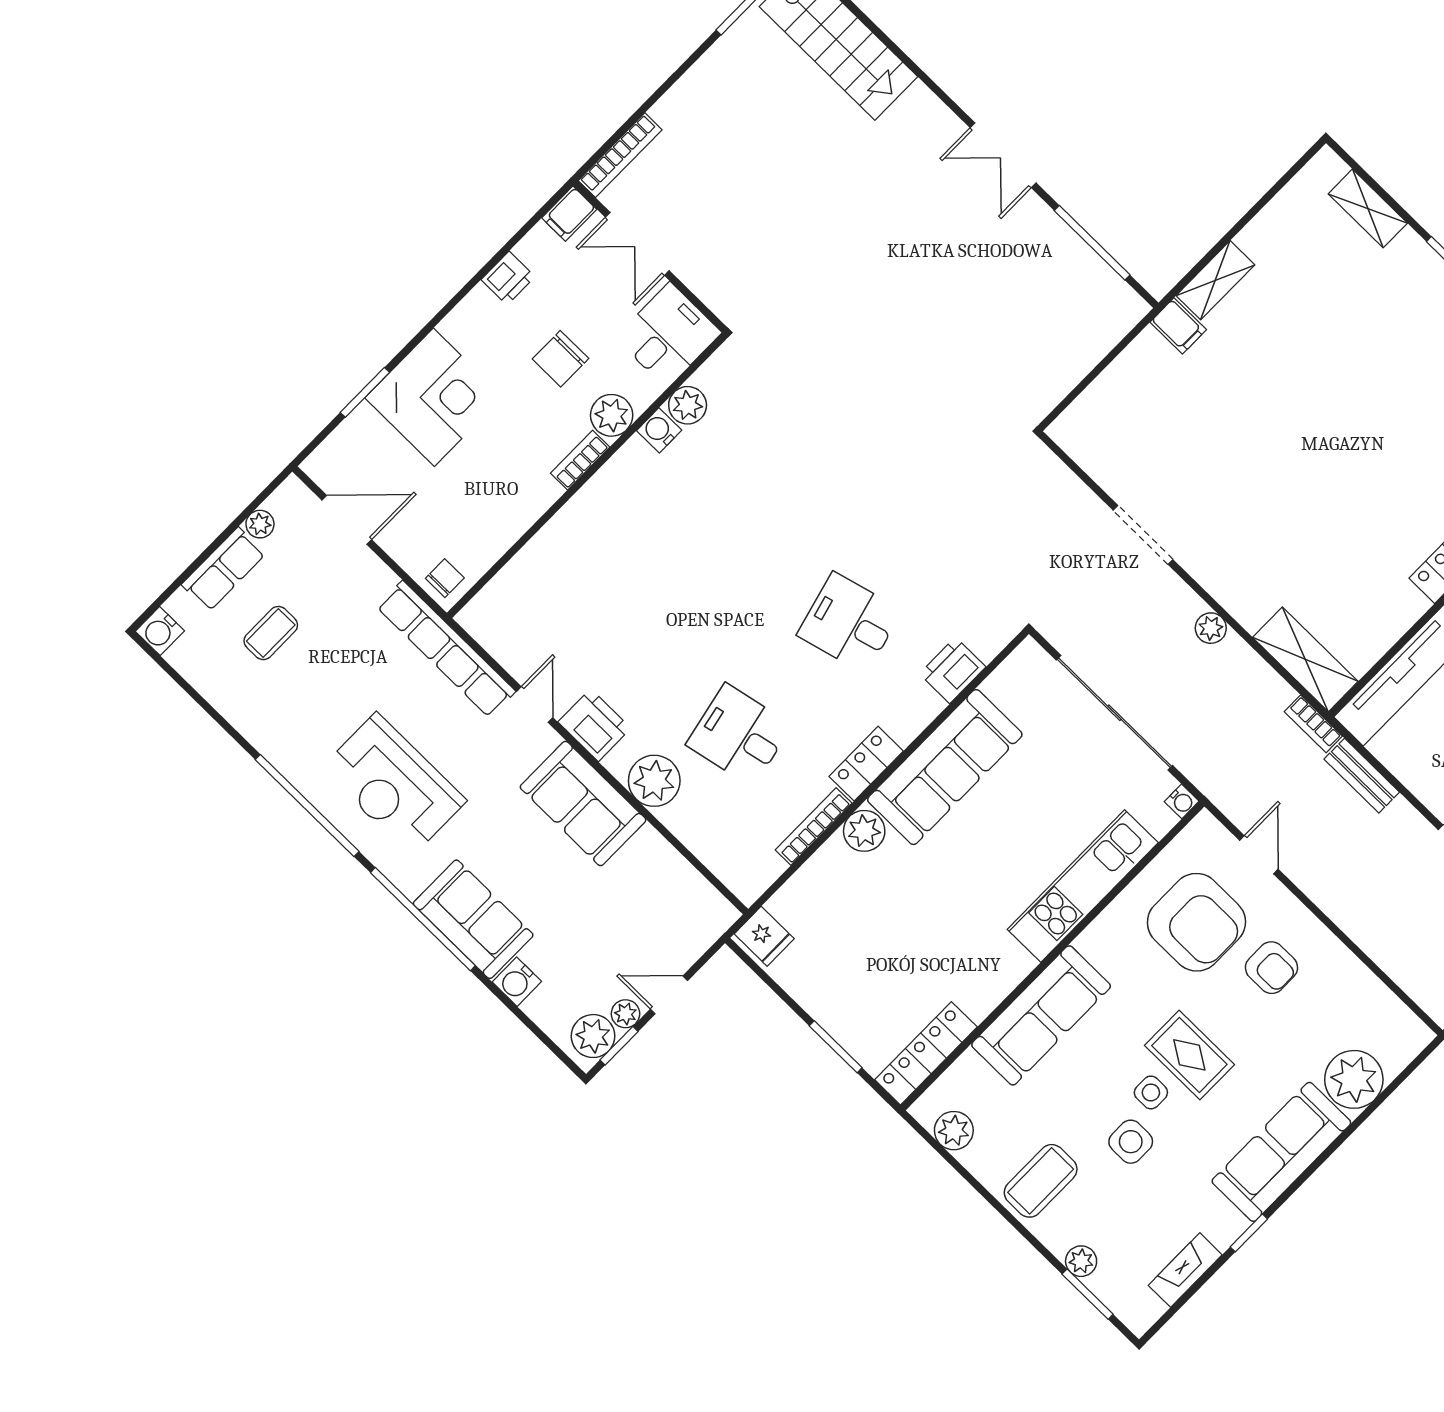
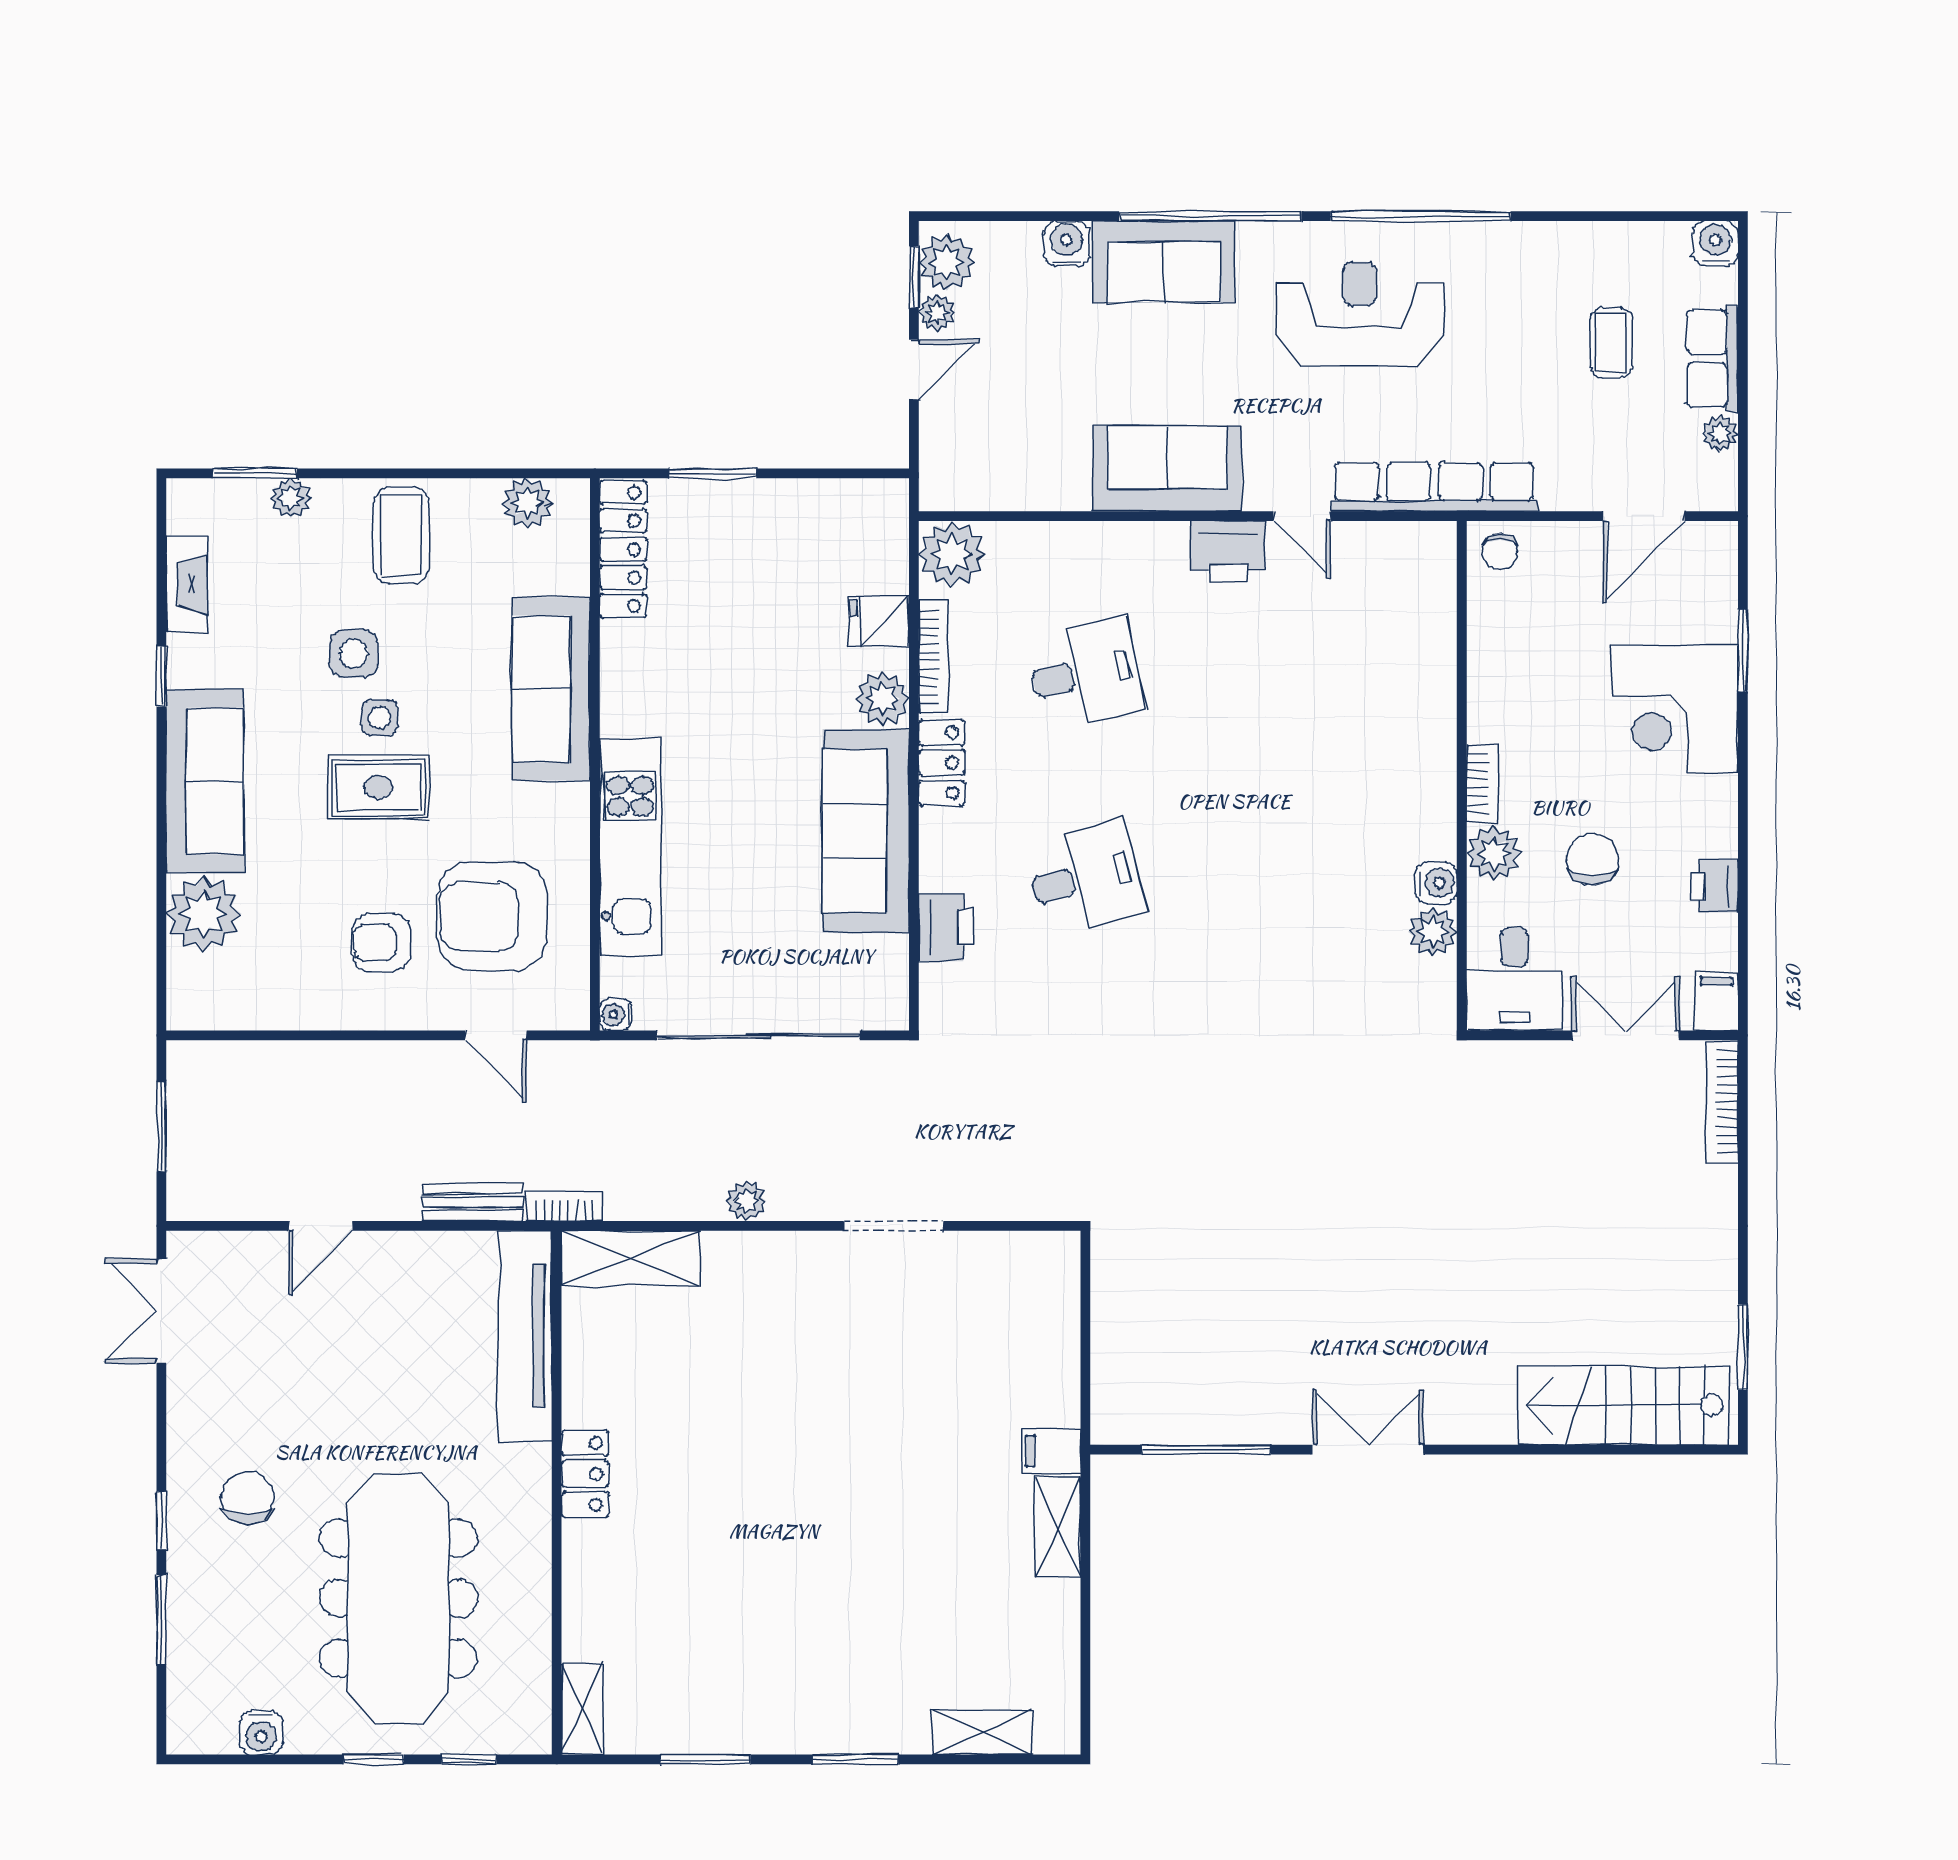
plant: (654, 781) -> (952, 554), moved
fridge: (764, 936) -> (879, 621), moved

